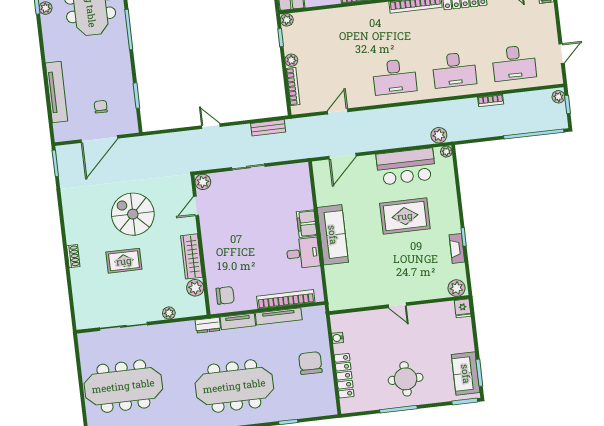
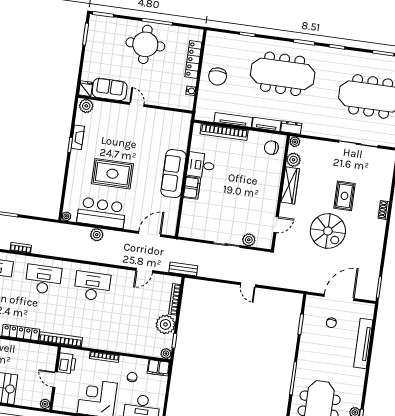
plant: (291, 60) -> (165, 324), width x1.87, depth x1.87
bench: (268, 128) -> (183, 269), moved
plant: (439, 135) -> (97, 235), moved
plant: (203, 182) -> (249, 240), moved
rug: (124, 261) -> (344, 196), turned 90
plant: (169, 313) -> (295, 142), moved
sofa: (466, 374) -> (110, 89), moved, turned -90
round table: (406, 379) -> (145, 44), width x1.36, depth x1.36

